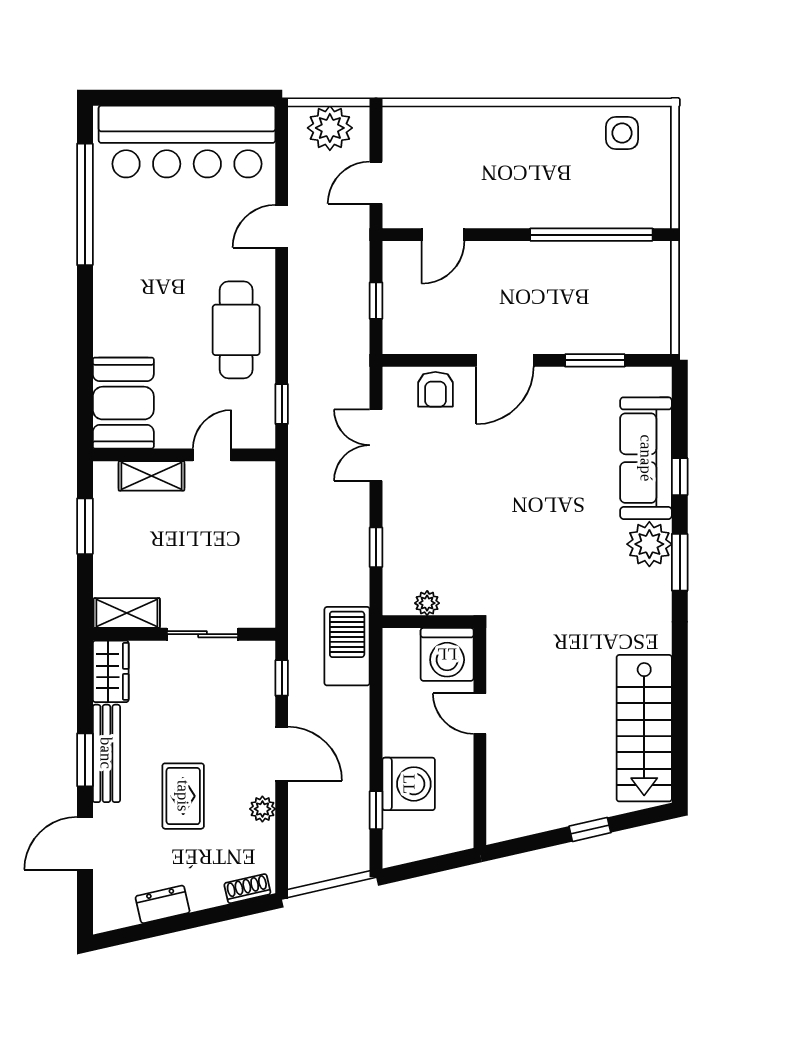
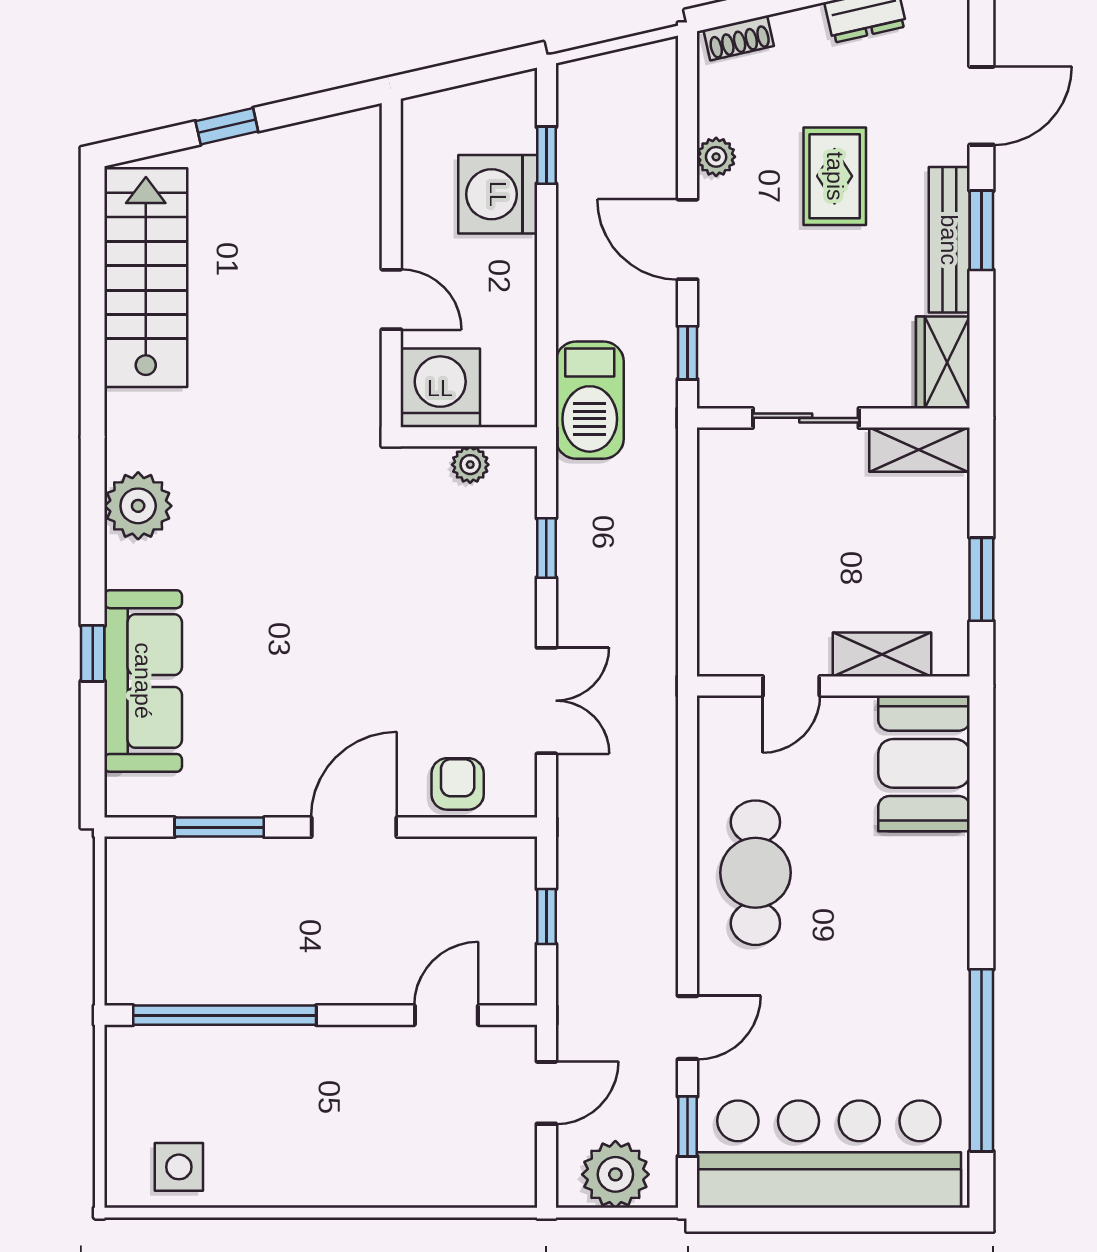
window: (282, 404) -> (688, 1126), moved
plant: (649, 544) -> (138, 506), moved
window: (680, 562) -> (93, 526), removed

